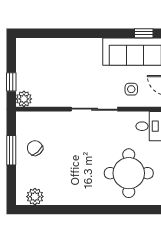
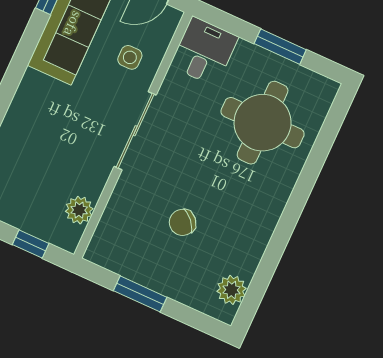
plant: (24, 99) -> (79, 210), moved
chair: (35, 148) -> (183, 222), moved

